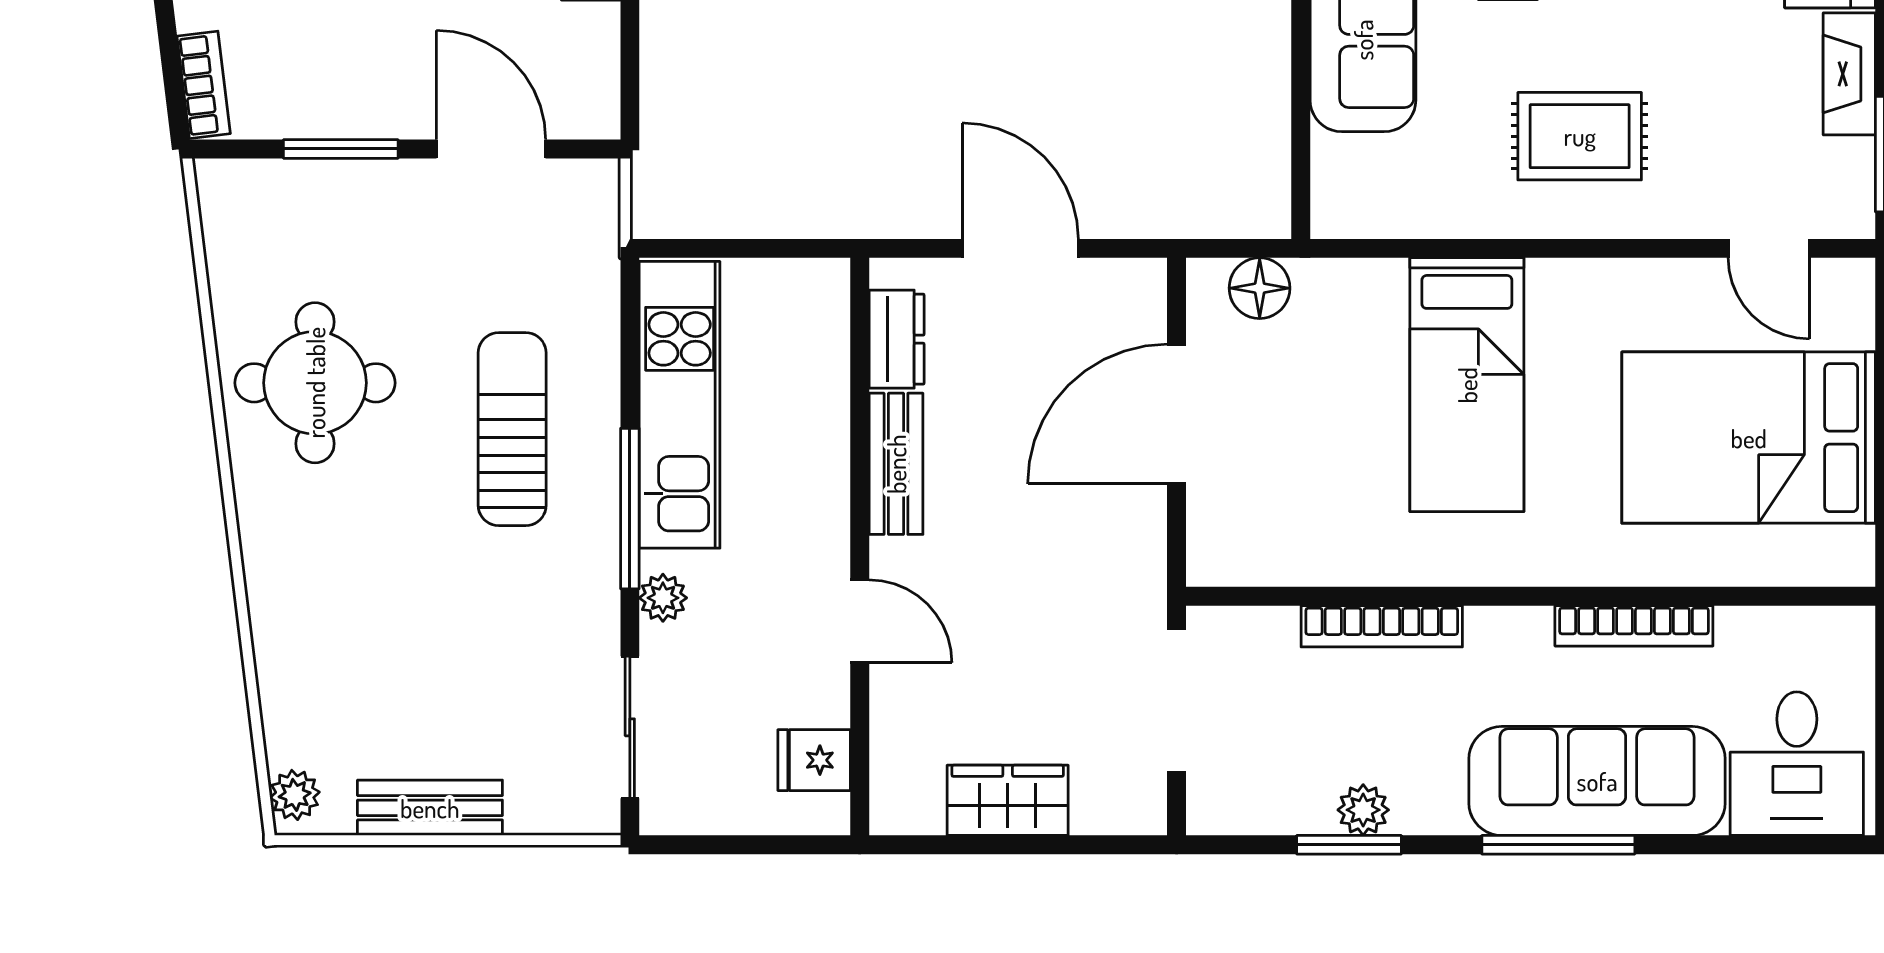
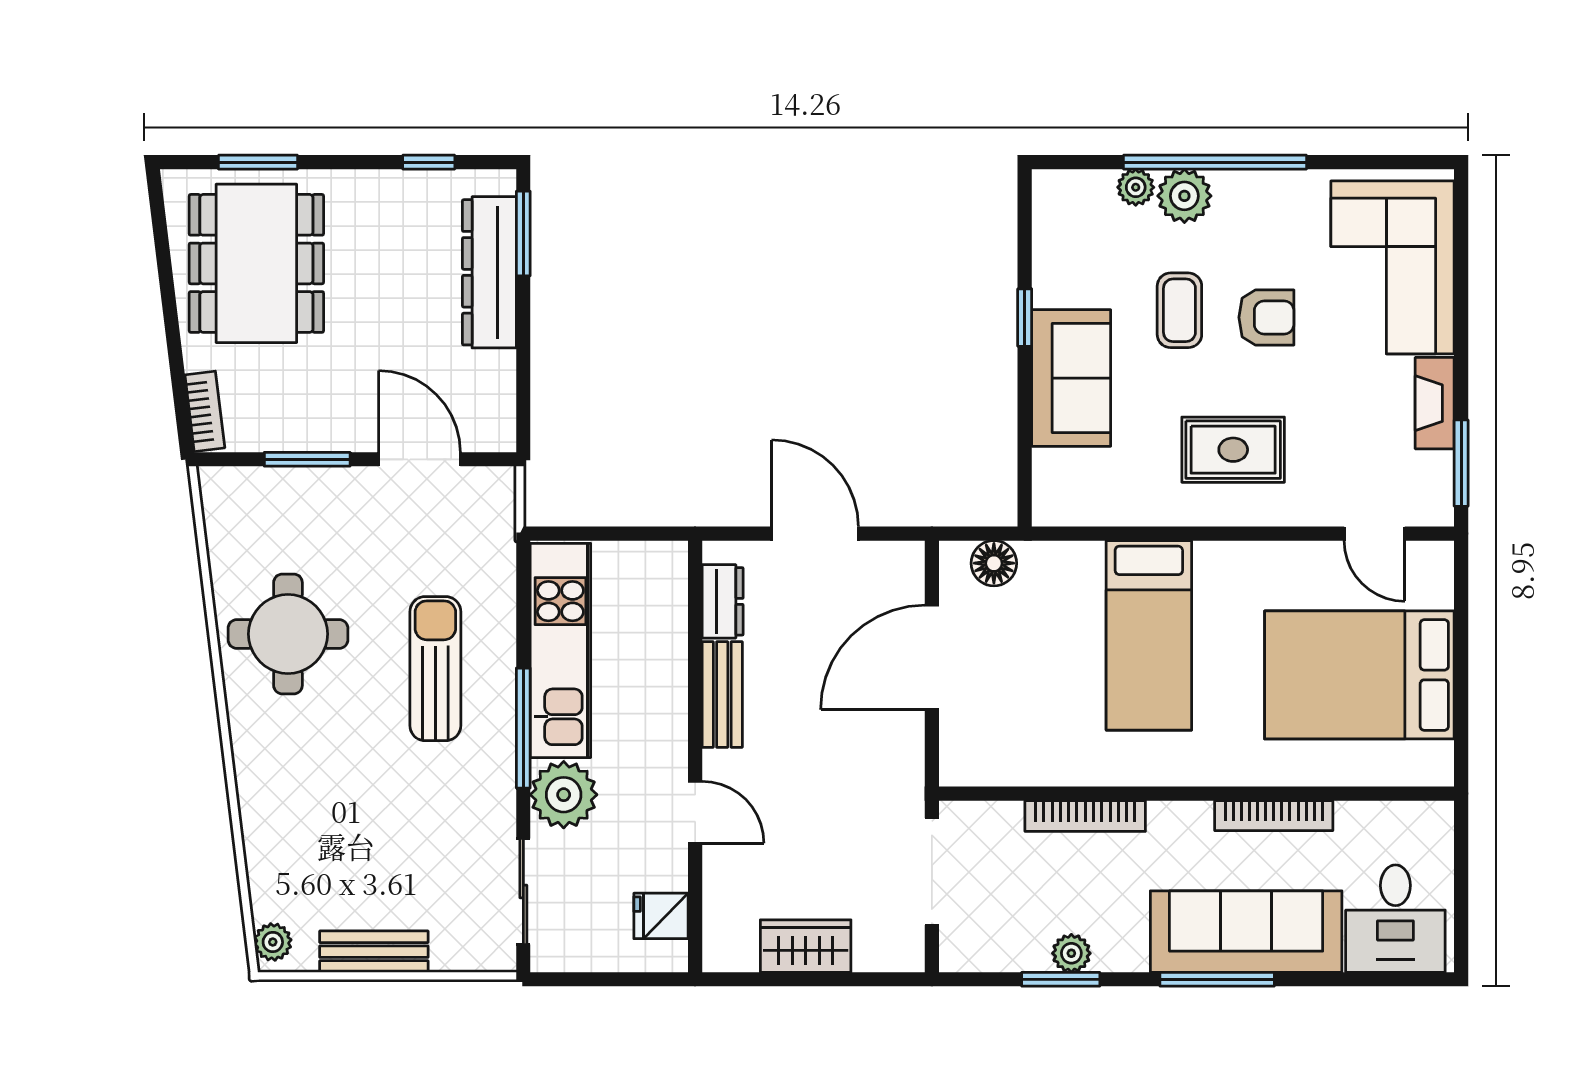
plant: (663, 598) -> (564, 795), width x1.88, depth x1.88

